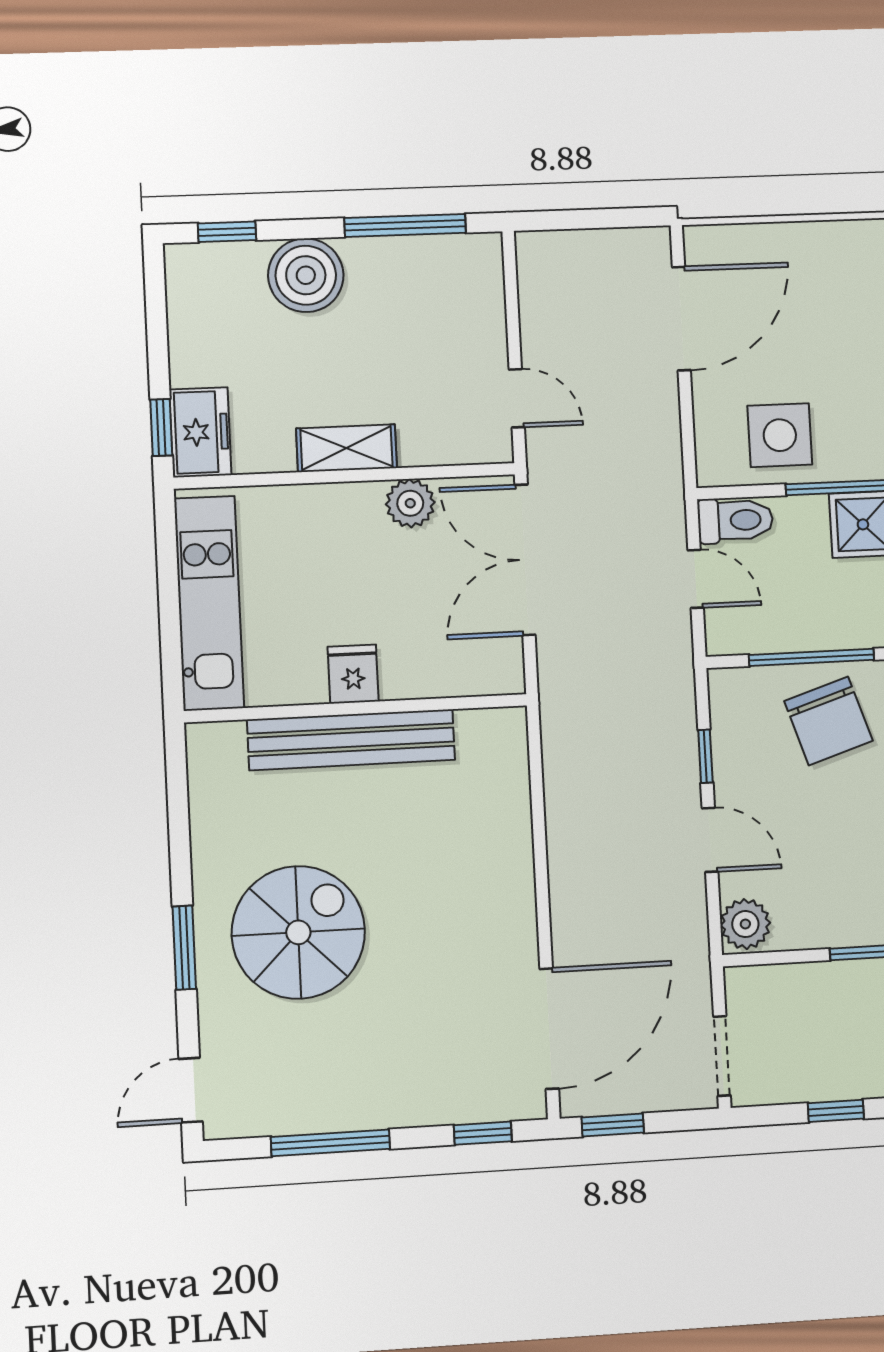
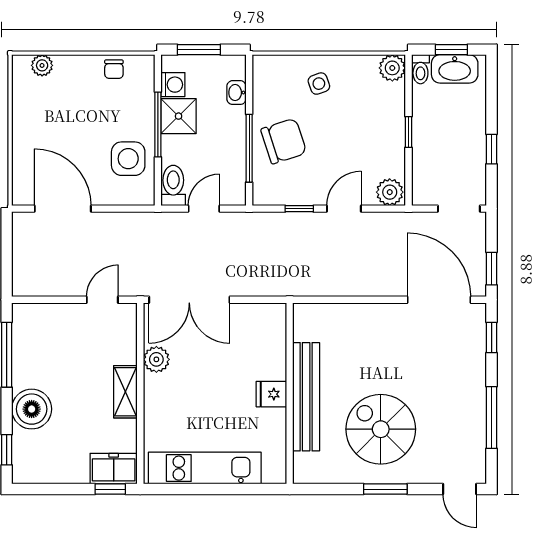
fridge: (353, 674) -> (271, 394), moved
wall: (356, 708) -> (290, 393), moved
bench: (351, 740) -> (306, 397), moved

